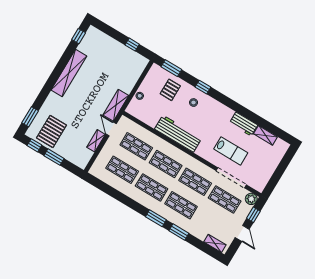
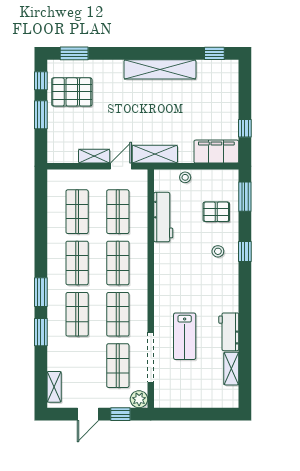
filing cabinet: (136, 69) -> (216, 152), added
workbench: (178, 134) -> (163, 217), moved, width x0.73, depth x0.76

